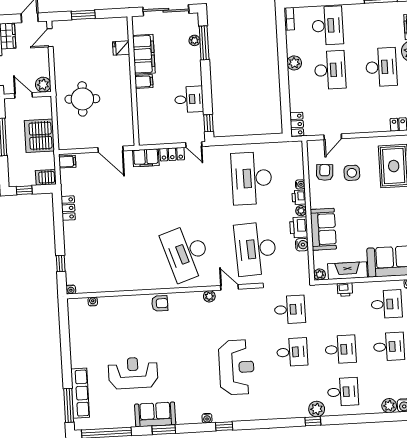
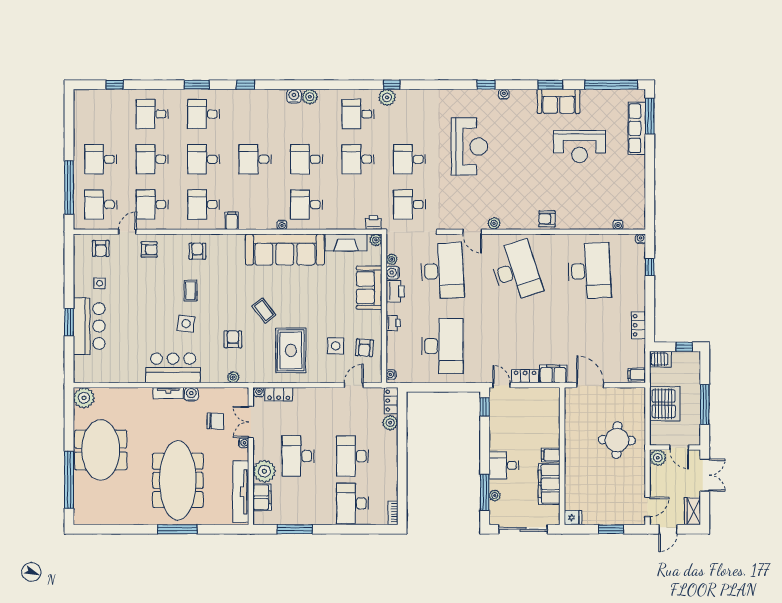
fridge: (121, 48) -> (573, 518), moved
plant: (294, 63) -> (390, 423), moved
desk: (189, 99) -> (504, 465), moved
water cooler: (300, 184) -> (391, 375), moved
plant: (301, 211) -> (392, 259), moved
desk: (117, 257) -> (589, 271), added
printer: (345, 289) -> (373, 223), moved
reception desk: (237, 367) -> (469, 146), turned 180

